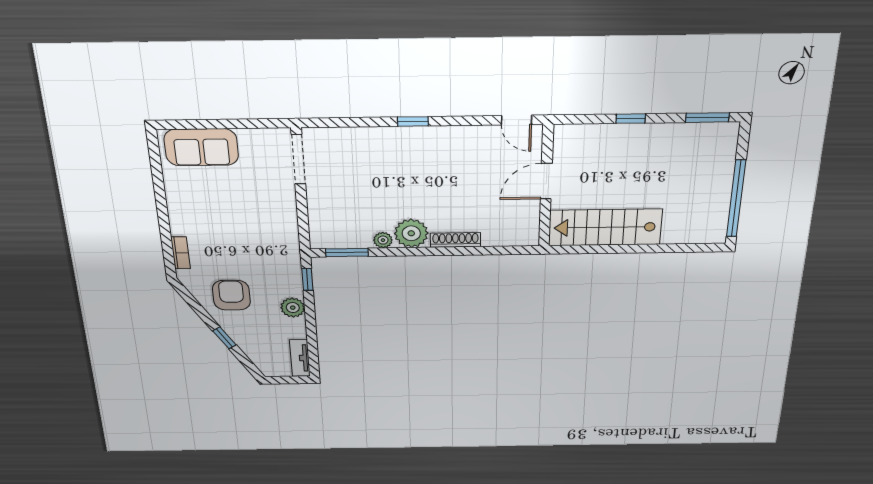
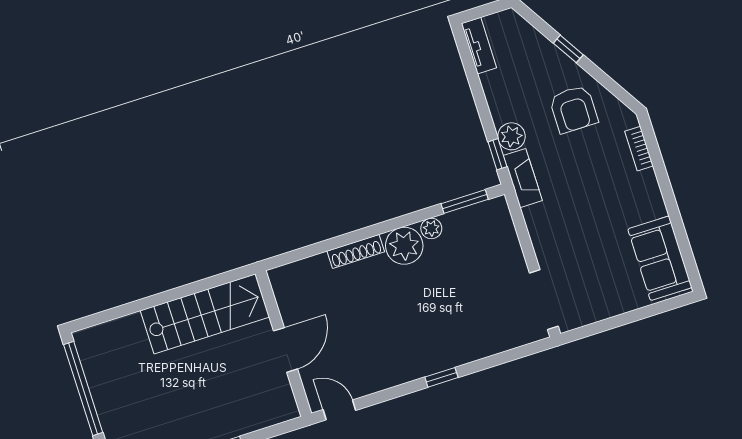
sofa: (201, 147) -> (660, 258), moved, turned -90
fireplace: (290, 257) -> (523, 178), added
plant: (293, 308) -> (511, 136), moved

